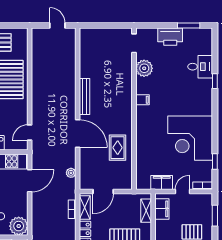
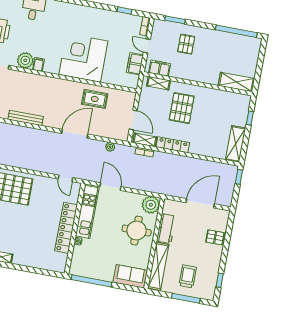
bench: (85, 96) -> (26, 118), moved
filing cabinet: (142, 100) -> (38, 64), moved
corner desk: (190, 138) -> (83, 58), moved, turned 180

